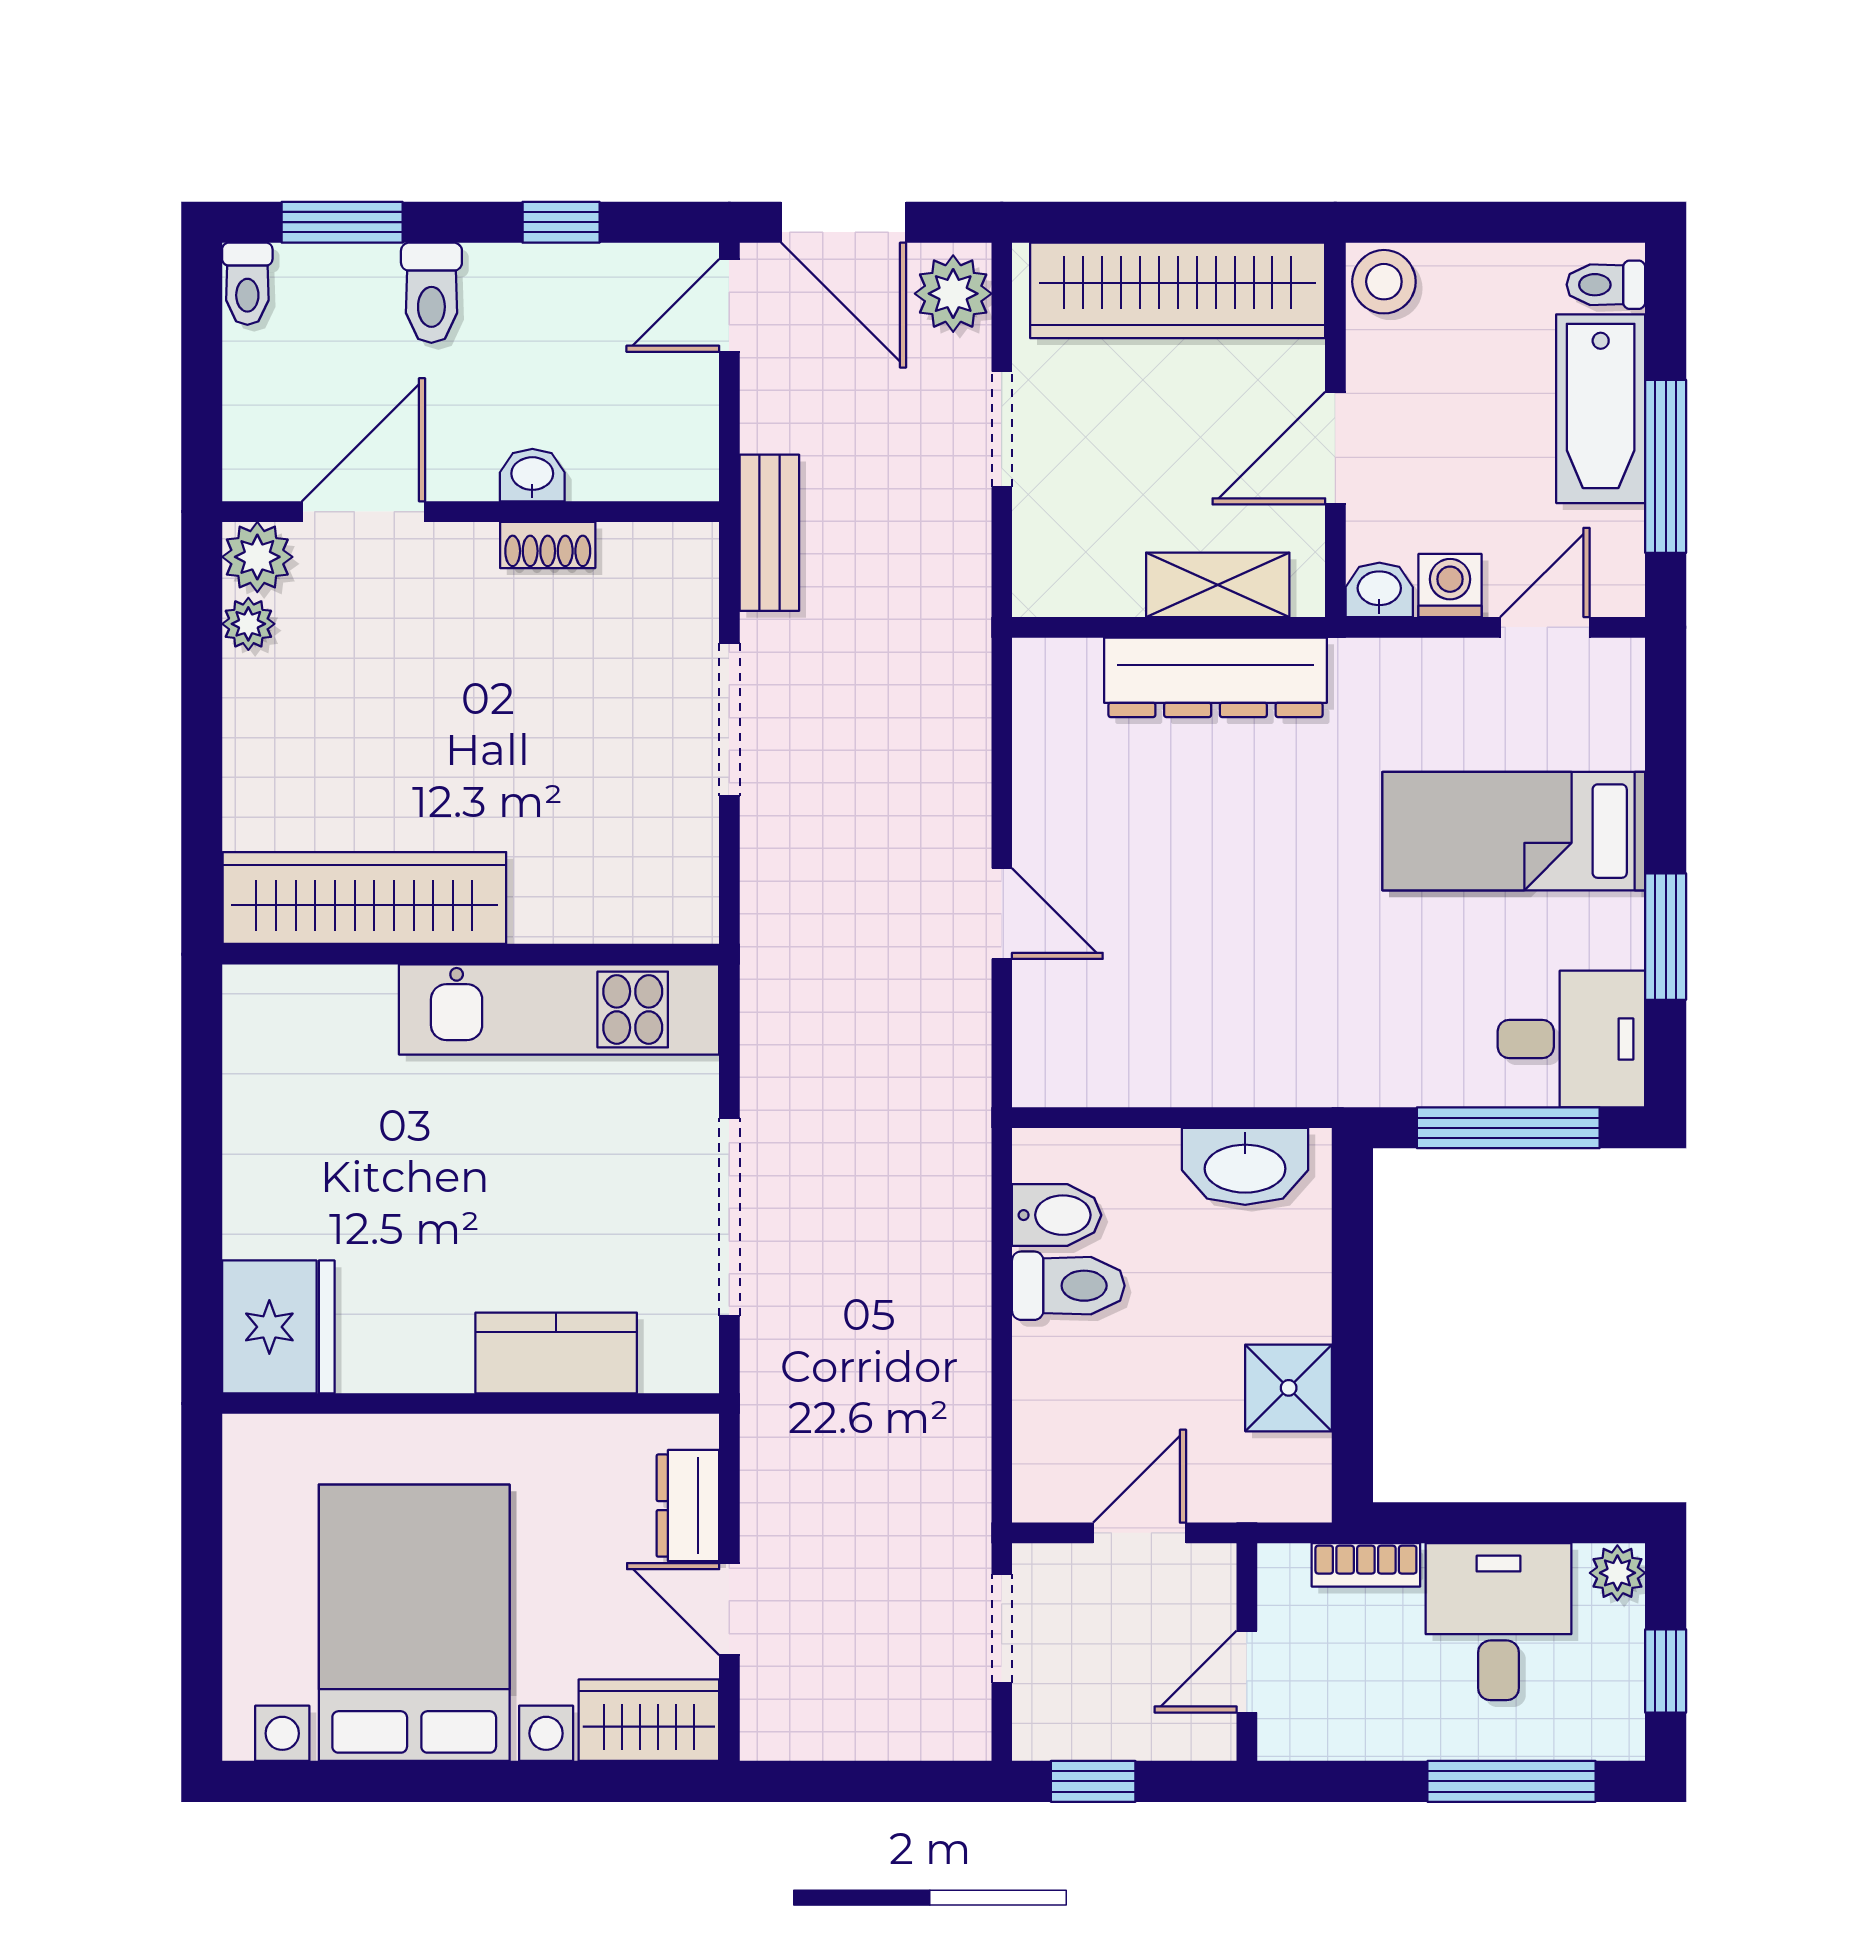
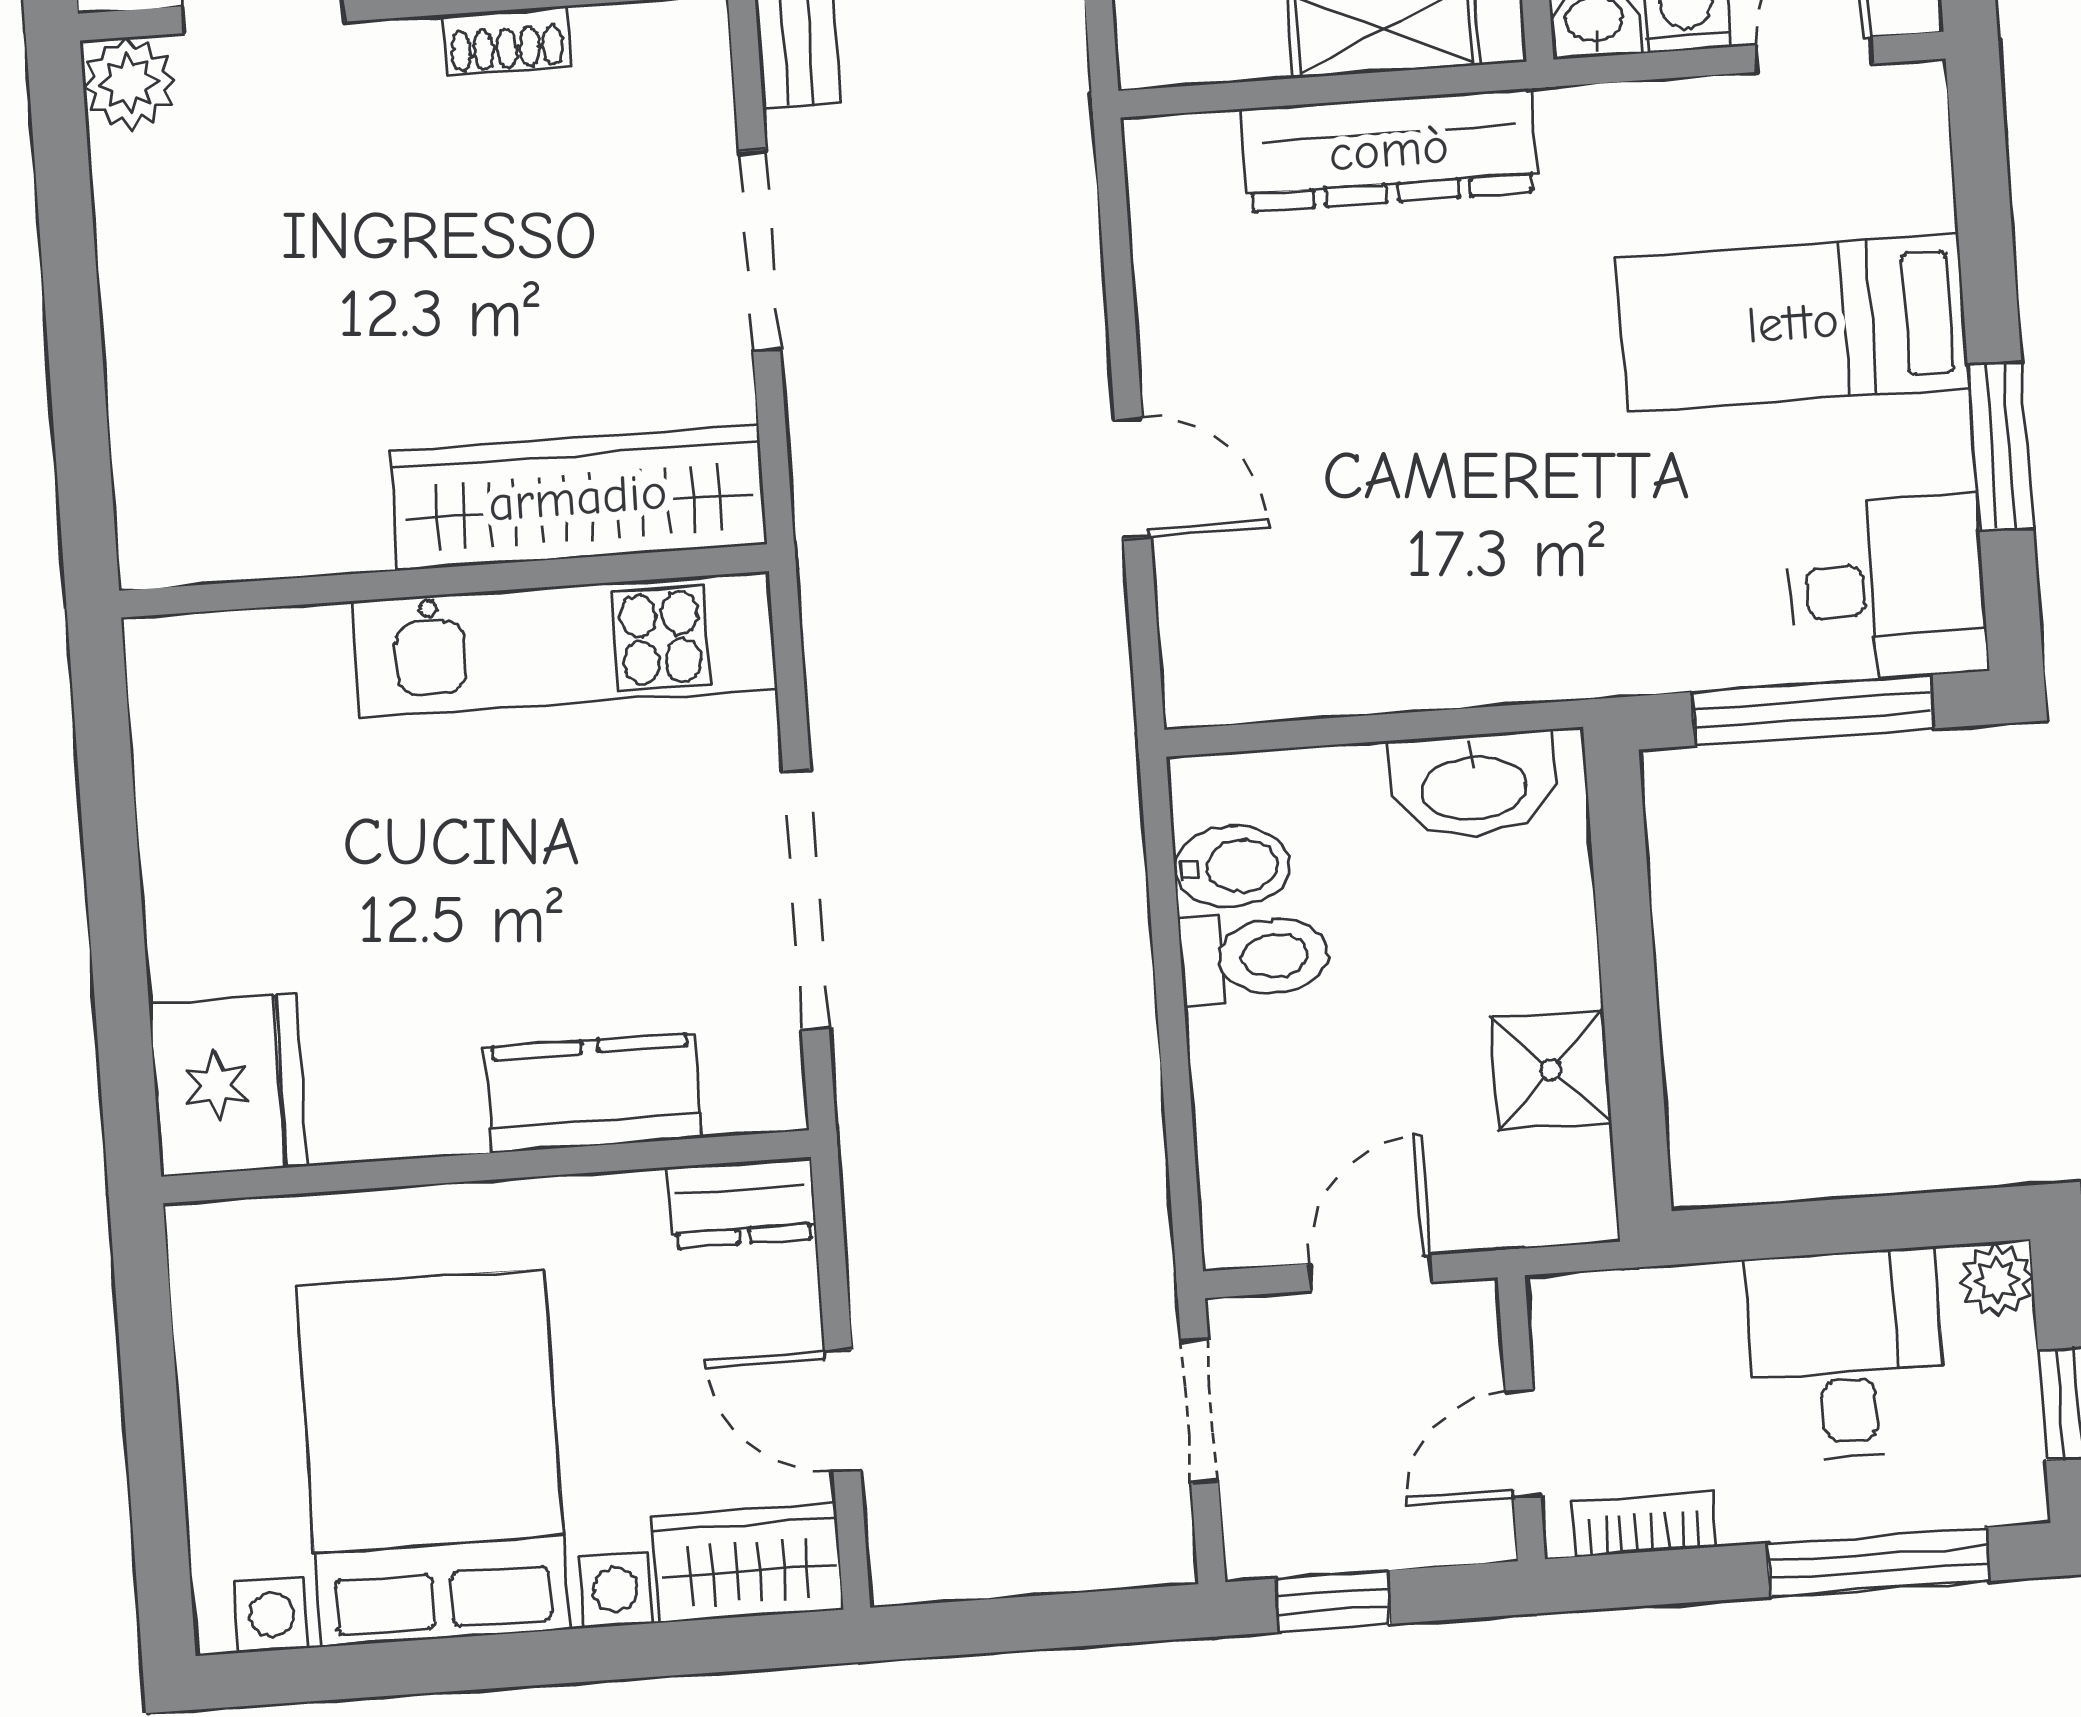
plant: (248, 624) -> (123, 171), removed
wardrobe: (364, 898) -> (578, 498), moved
dresser: (688, 1506) -> (742, 1203), moved, turned -90
bookcase: (1366, 1565) -> (1643, 1524), moved, turned 180

